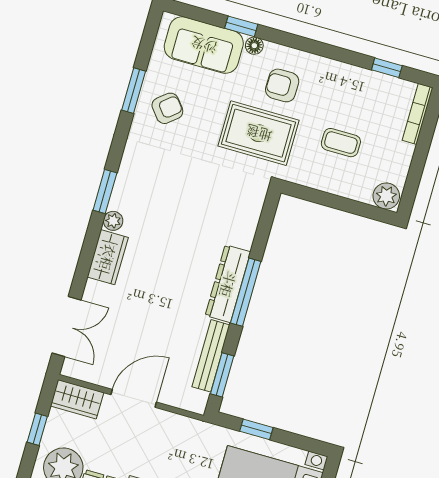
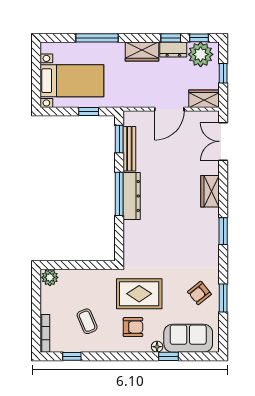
coffee table: (341, 143) -> (87, 321), moved, turned 67
plant: (113, 221) -> (213, 214), removed

